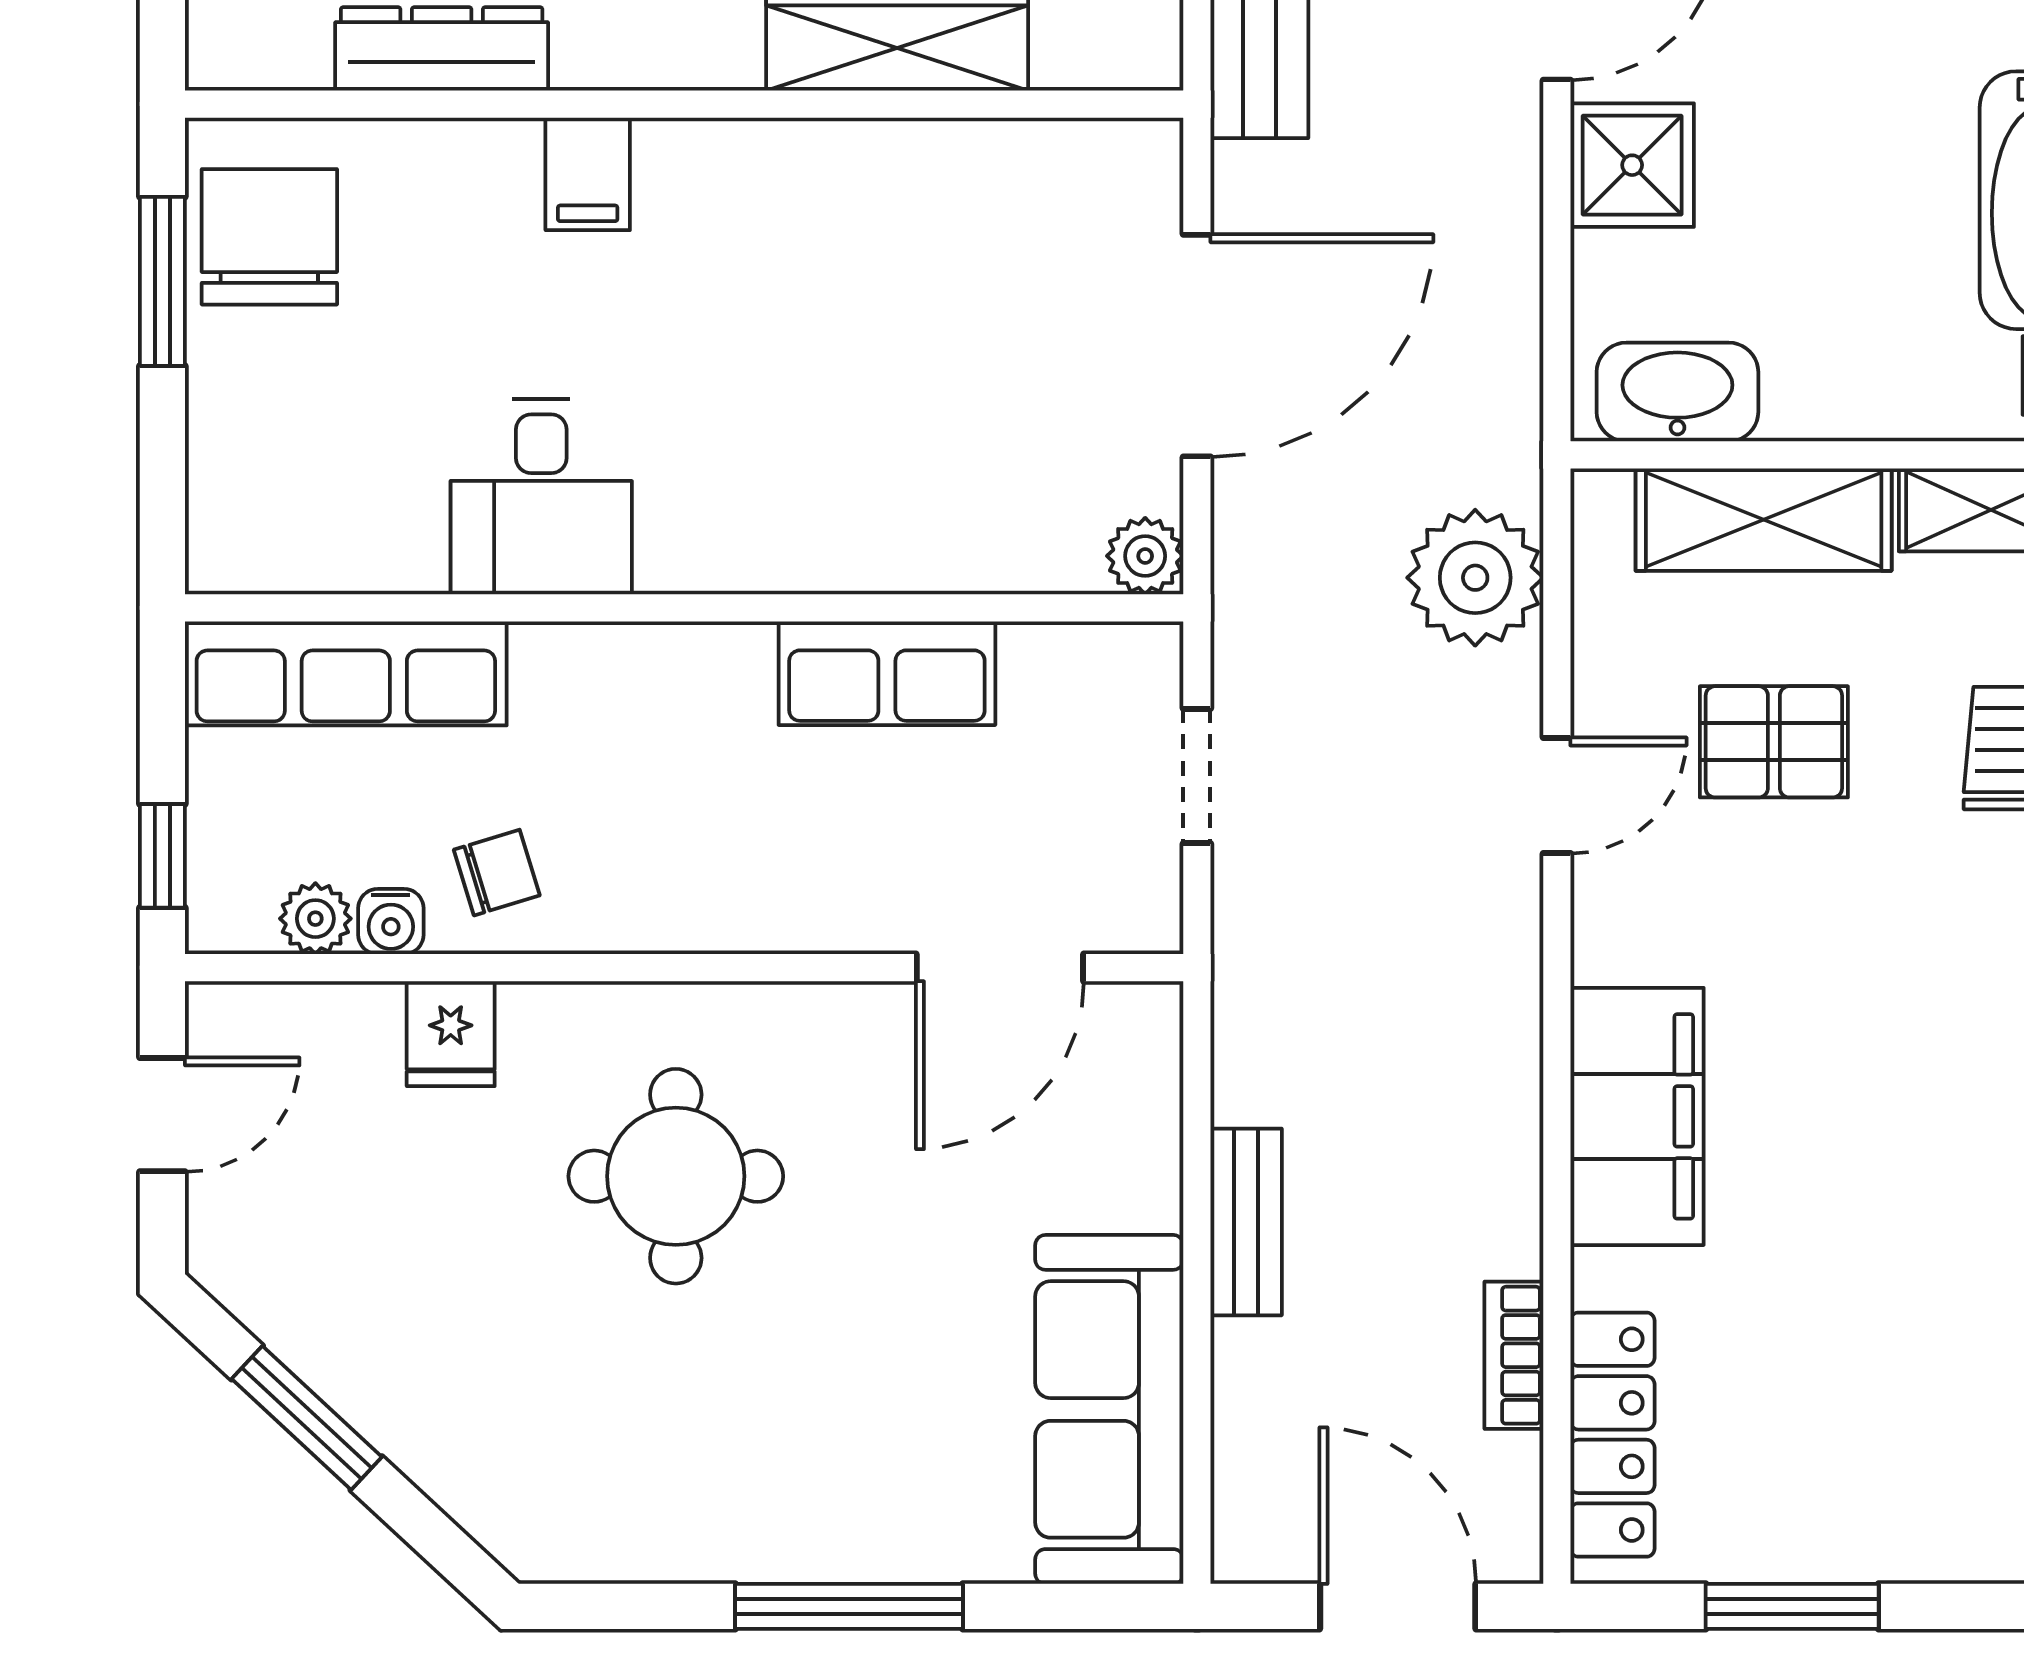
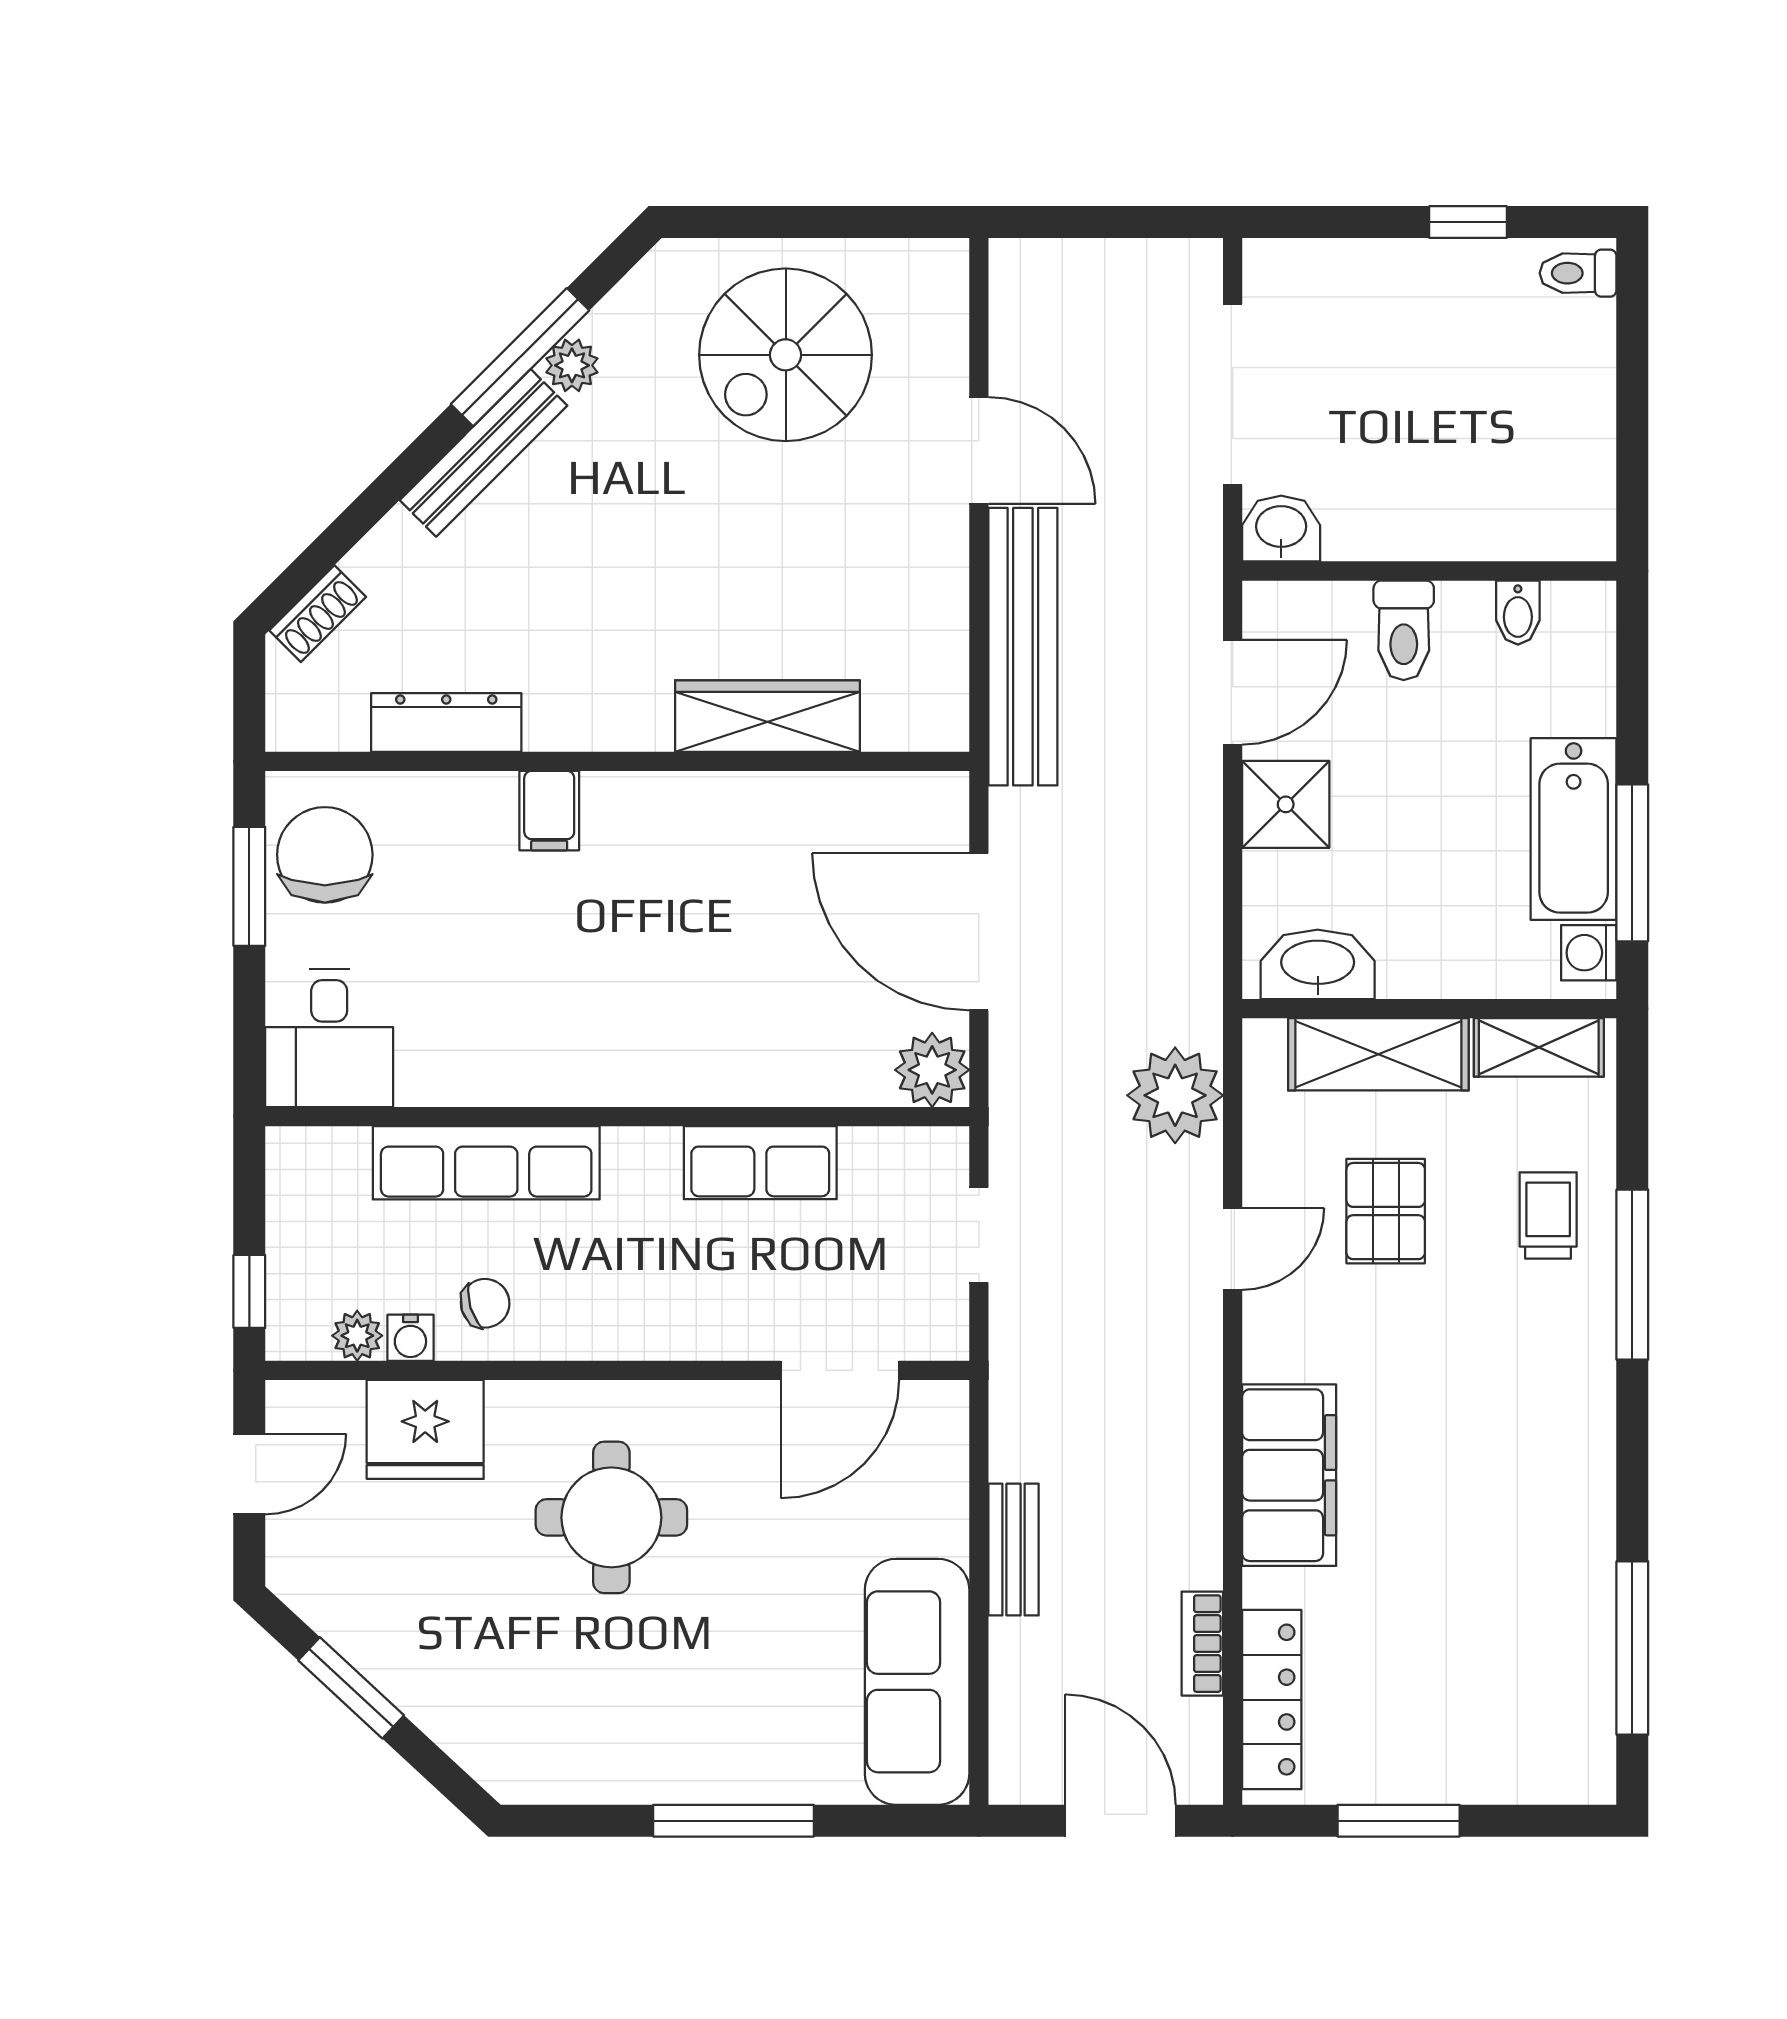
door: (1197, 346) -> (979, 932), swing flipped
desk: (541, 497) -> (329, 1038), moved
plant: (1145, 556) -> (932, 1070), width x1.38, depth x1.38
row of seats: (346, 673) -> (486, 1163), moved
pallet: (1774, 742) -> (1386, 1211), turned 90
fridge: (451, 1034) -> (425, 1429), width x1.88, depth x1.34

